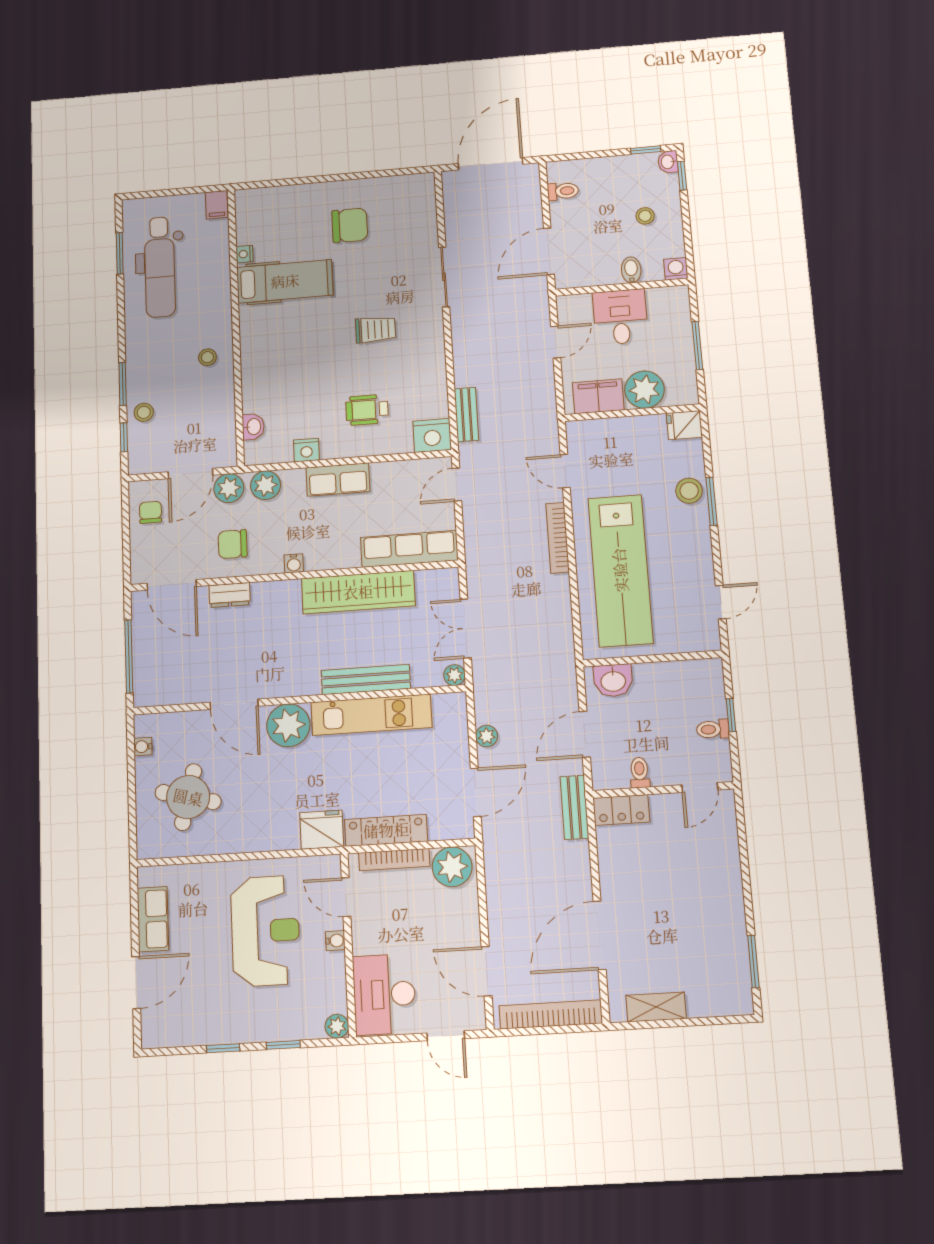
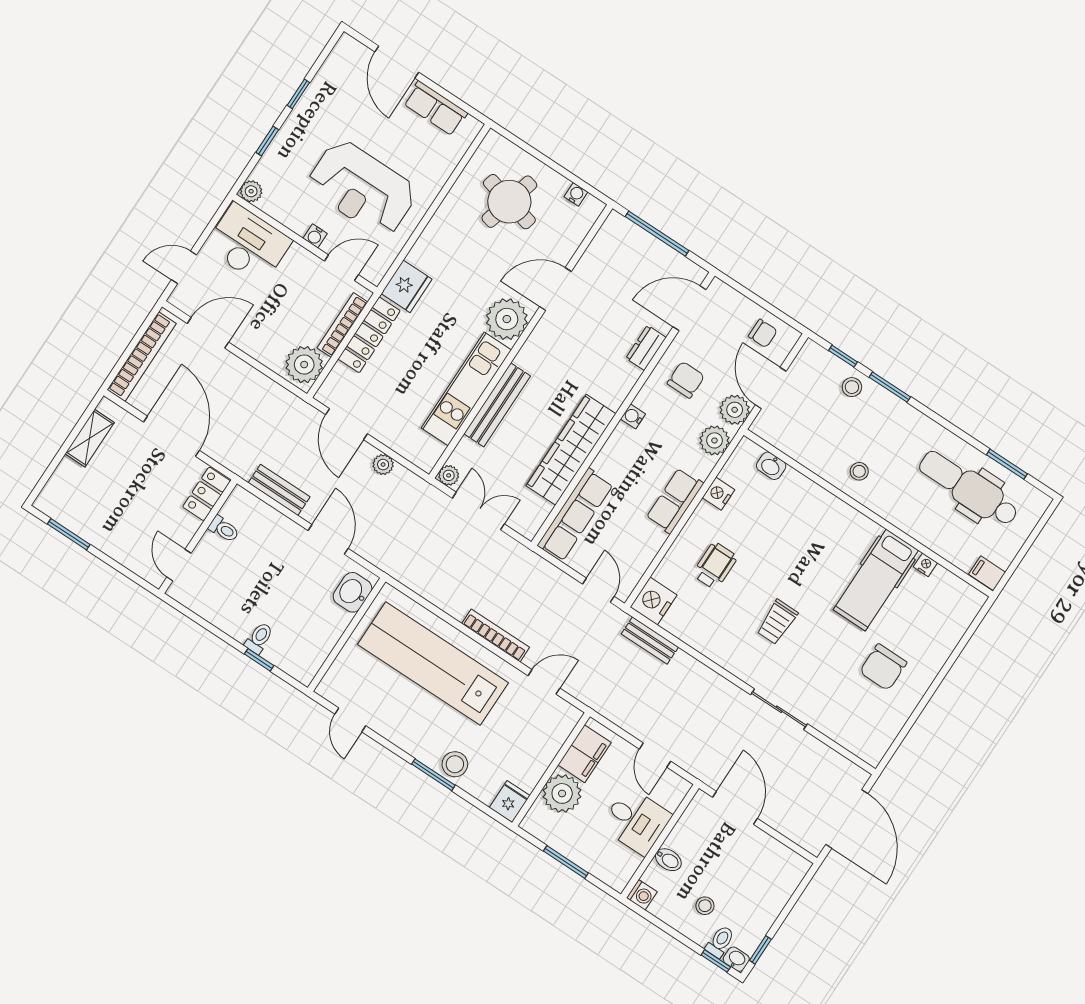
toilet: (563, 191) -> (720, 942), moved, turned 180
toilet: (640, 773) -> (224, 529), moved
door: (700, 787) -> (179, 565), moved
wall: (663, 790) -> (198, 536), moved
locker: (621, 810) -> (207, 494), moved

